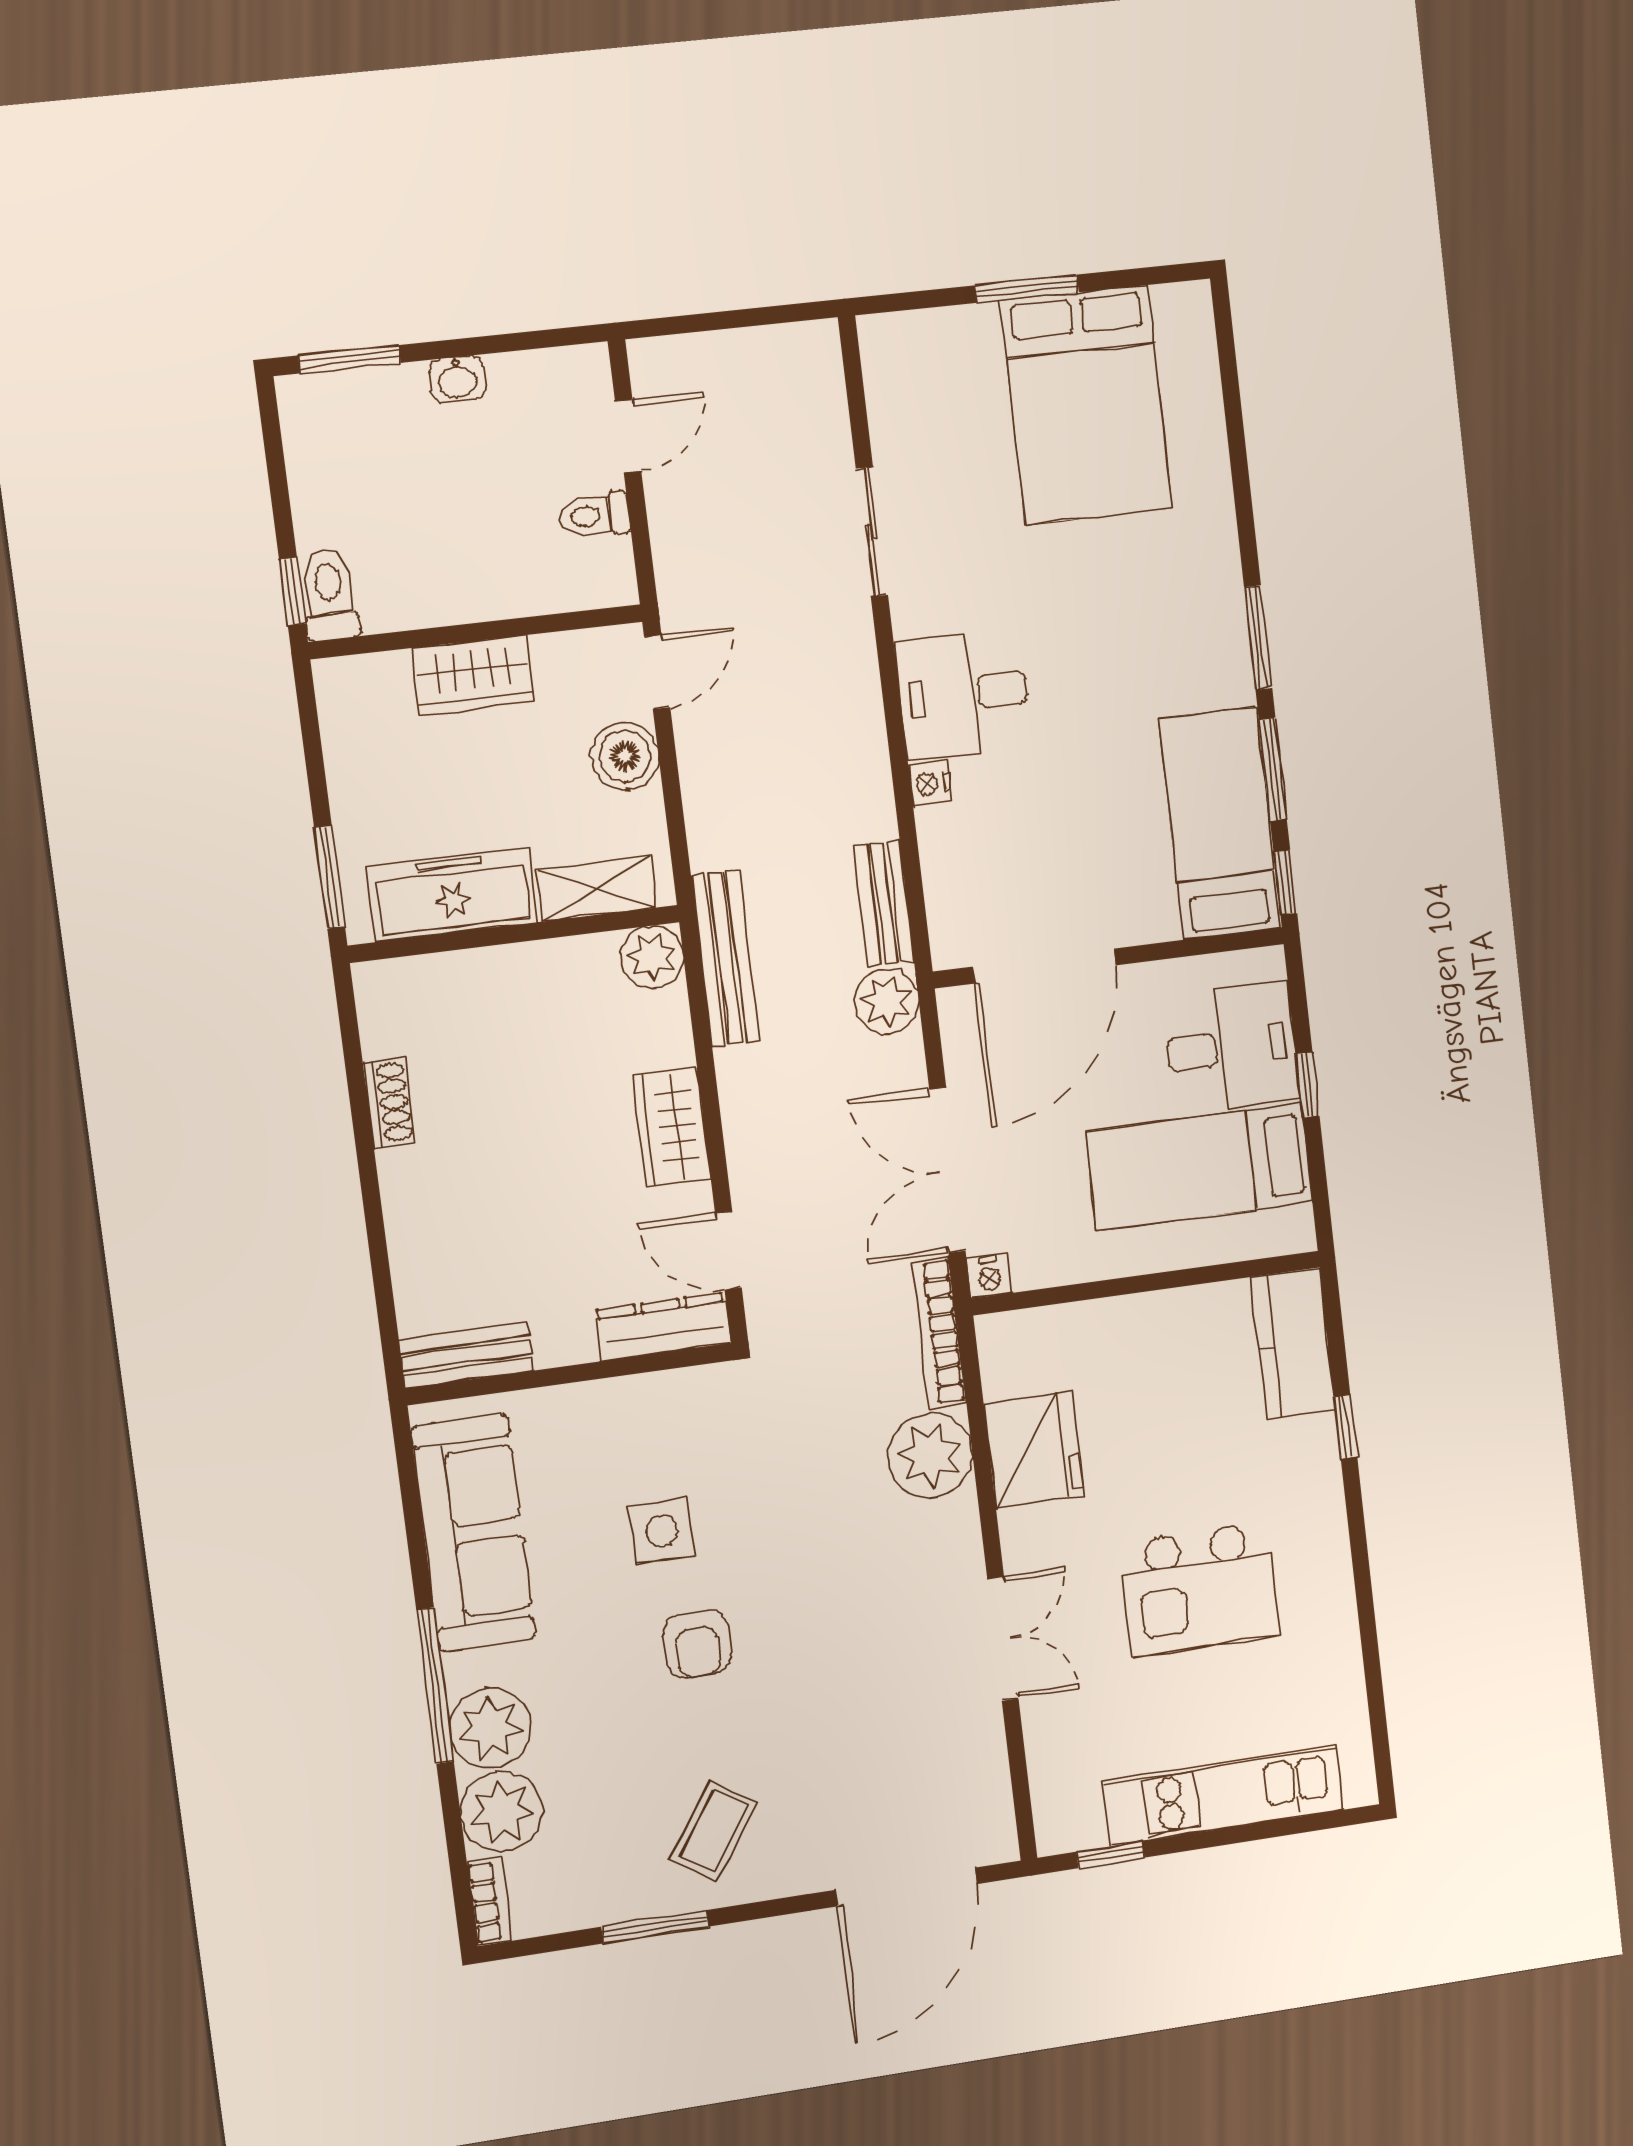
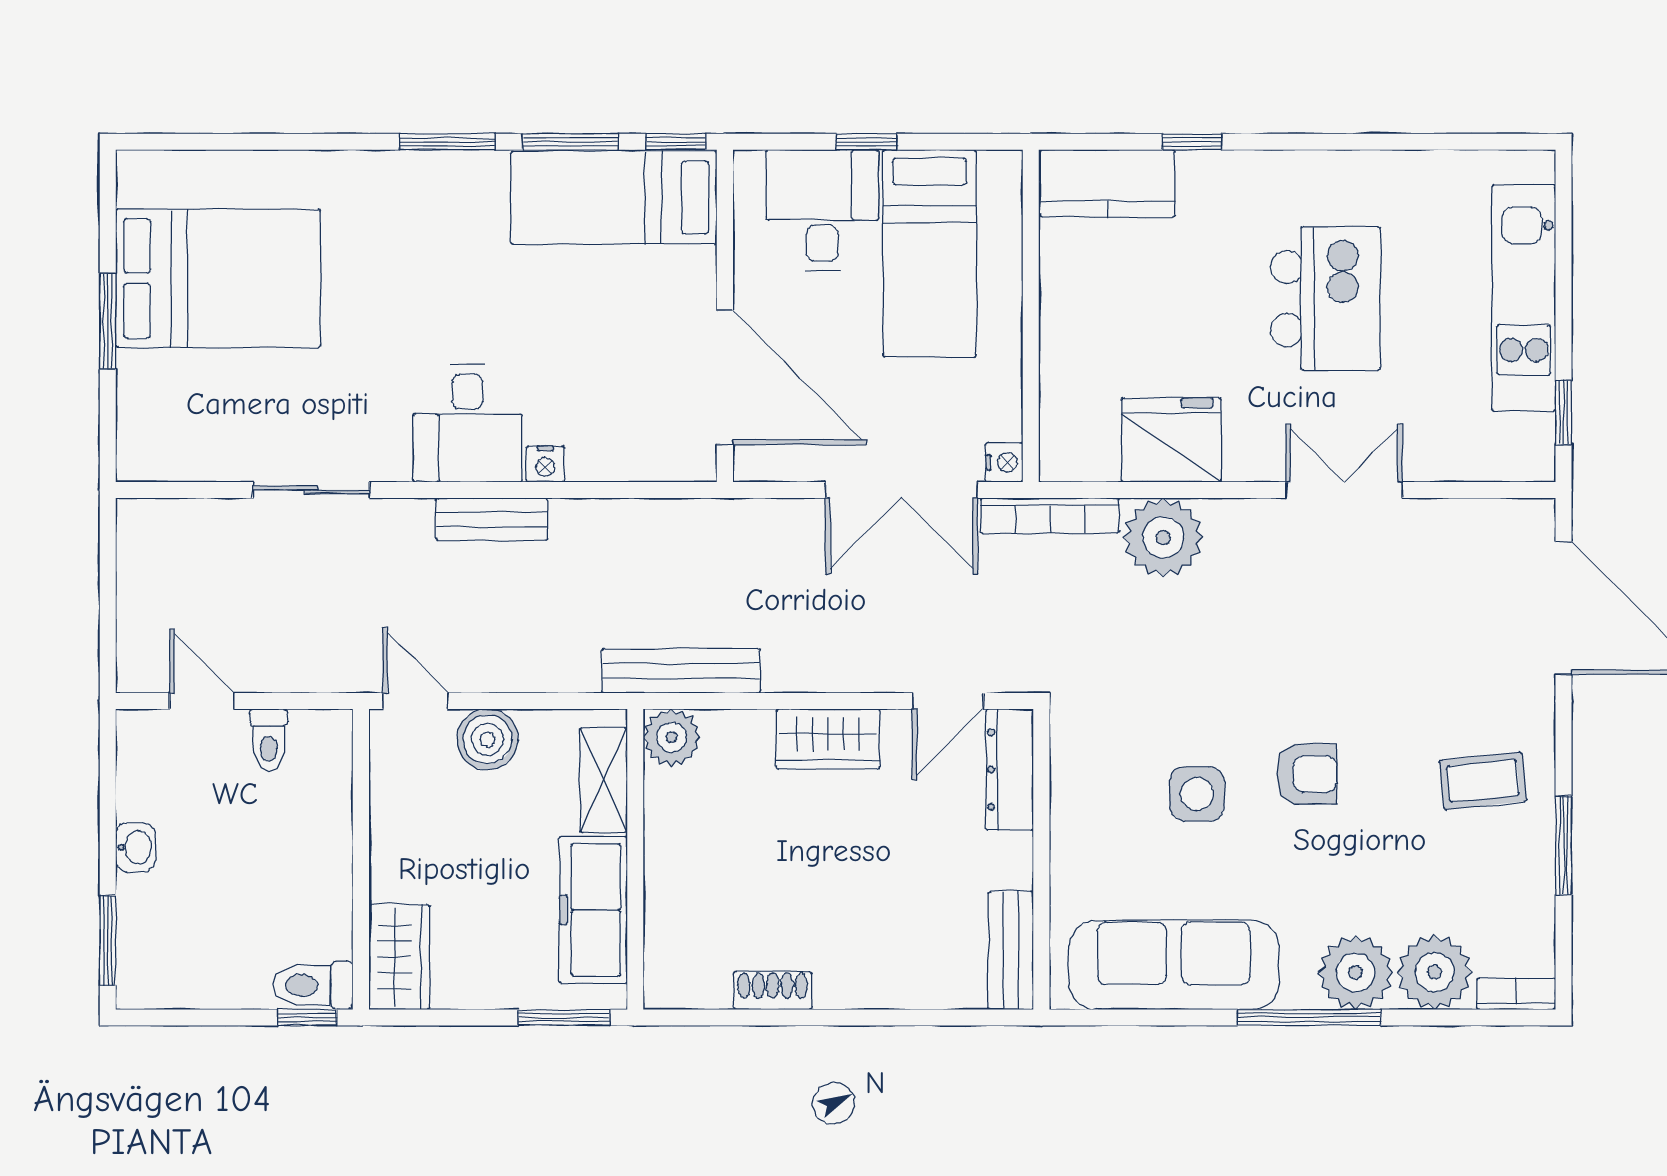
wardrobe: (473, 675) -> (399, 957), moved
bench: (884, 903) -> (492, 519), moved
plant: (887, 1001) -> (739, 528), removed
coffee table: (713, 1831) -> (1483, 781), turned -40

